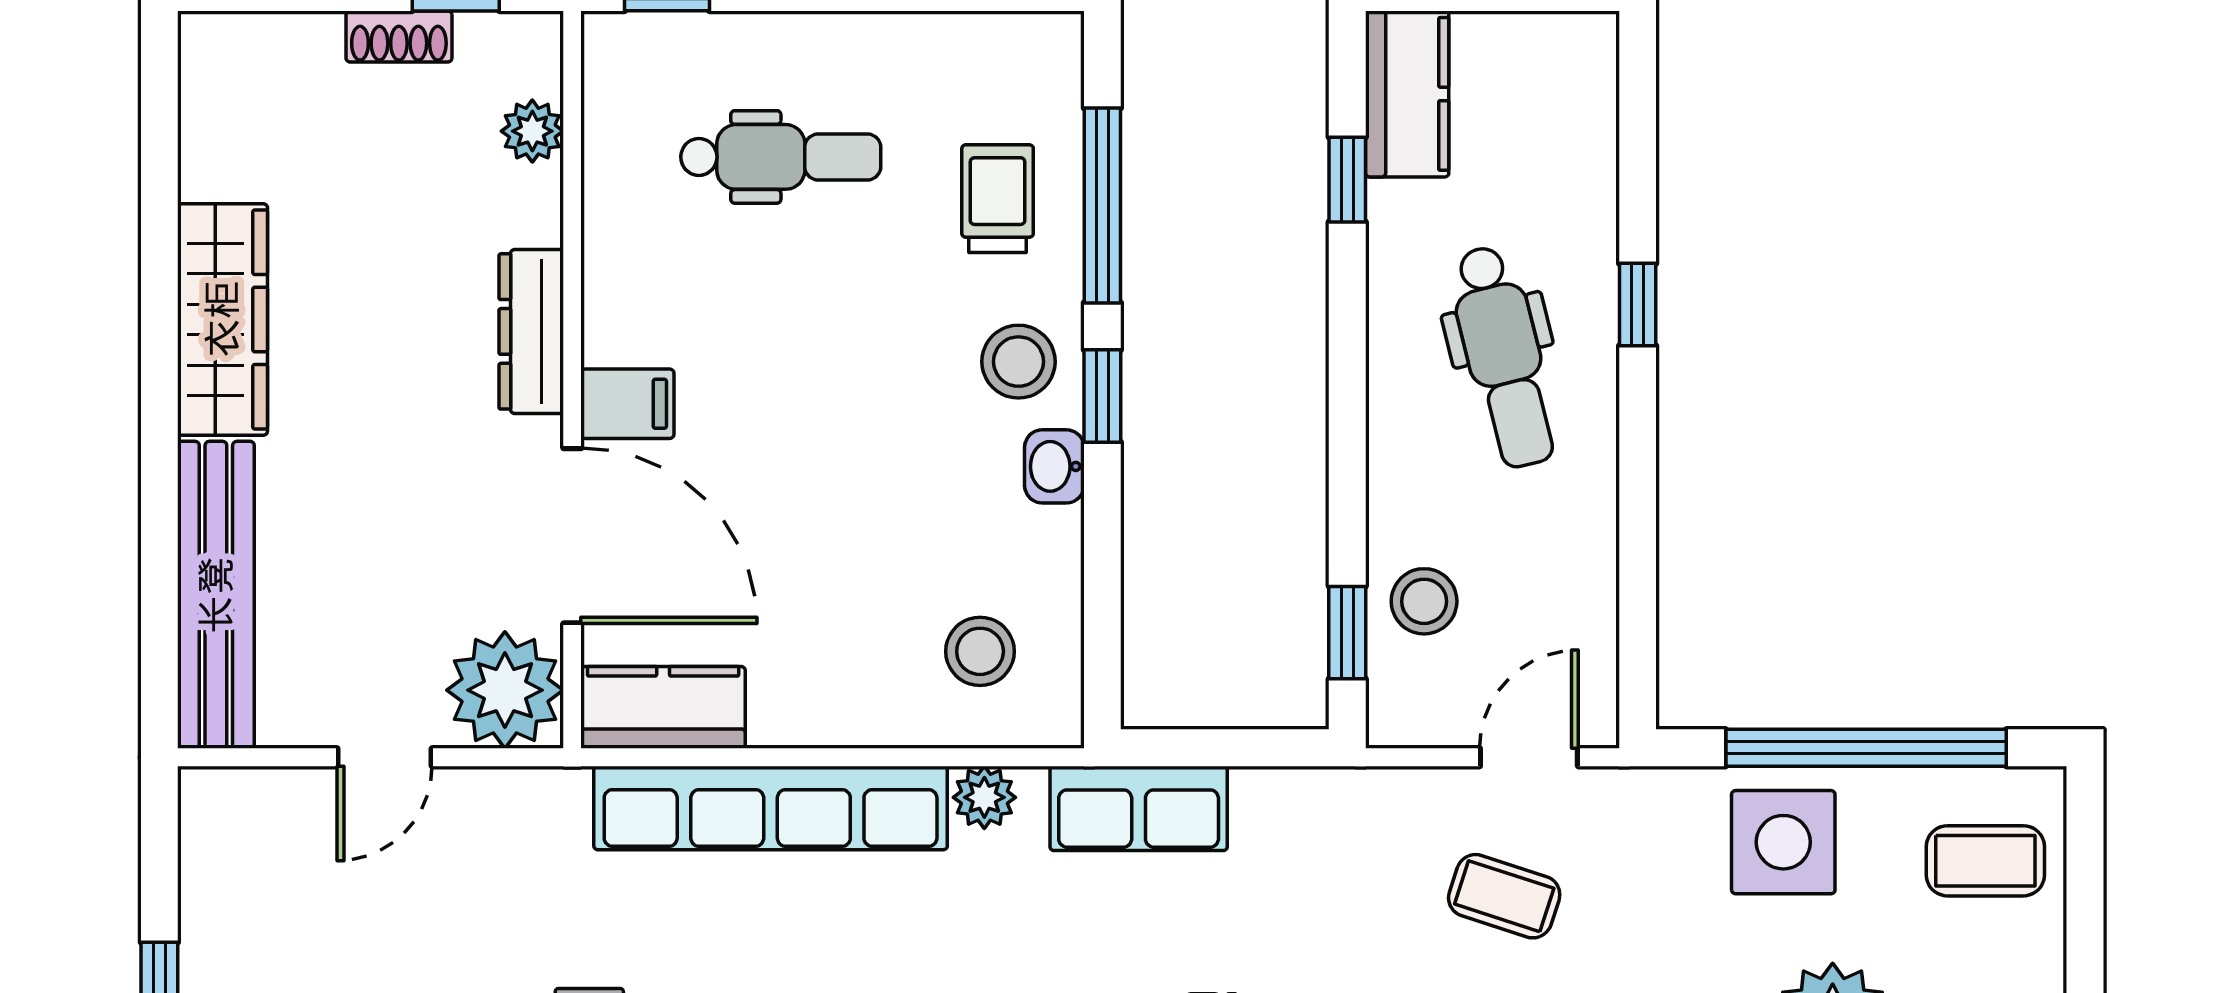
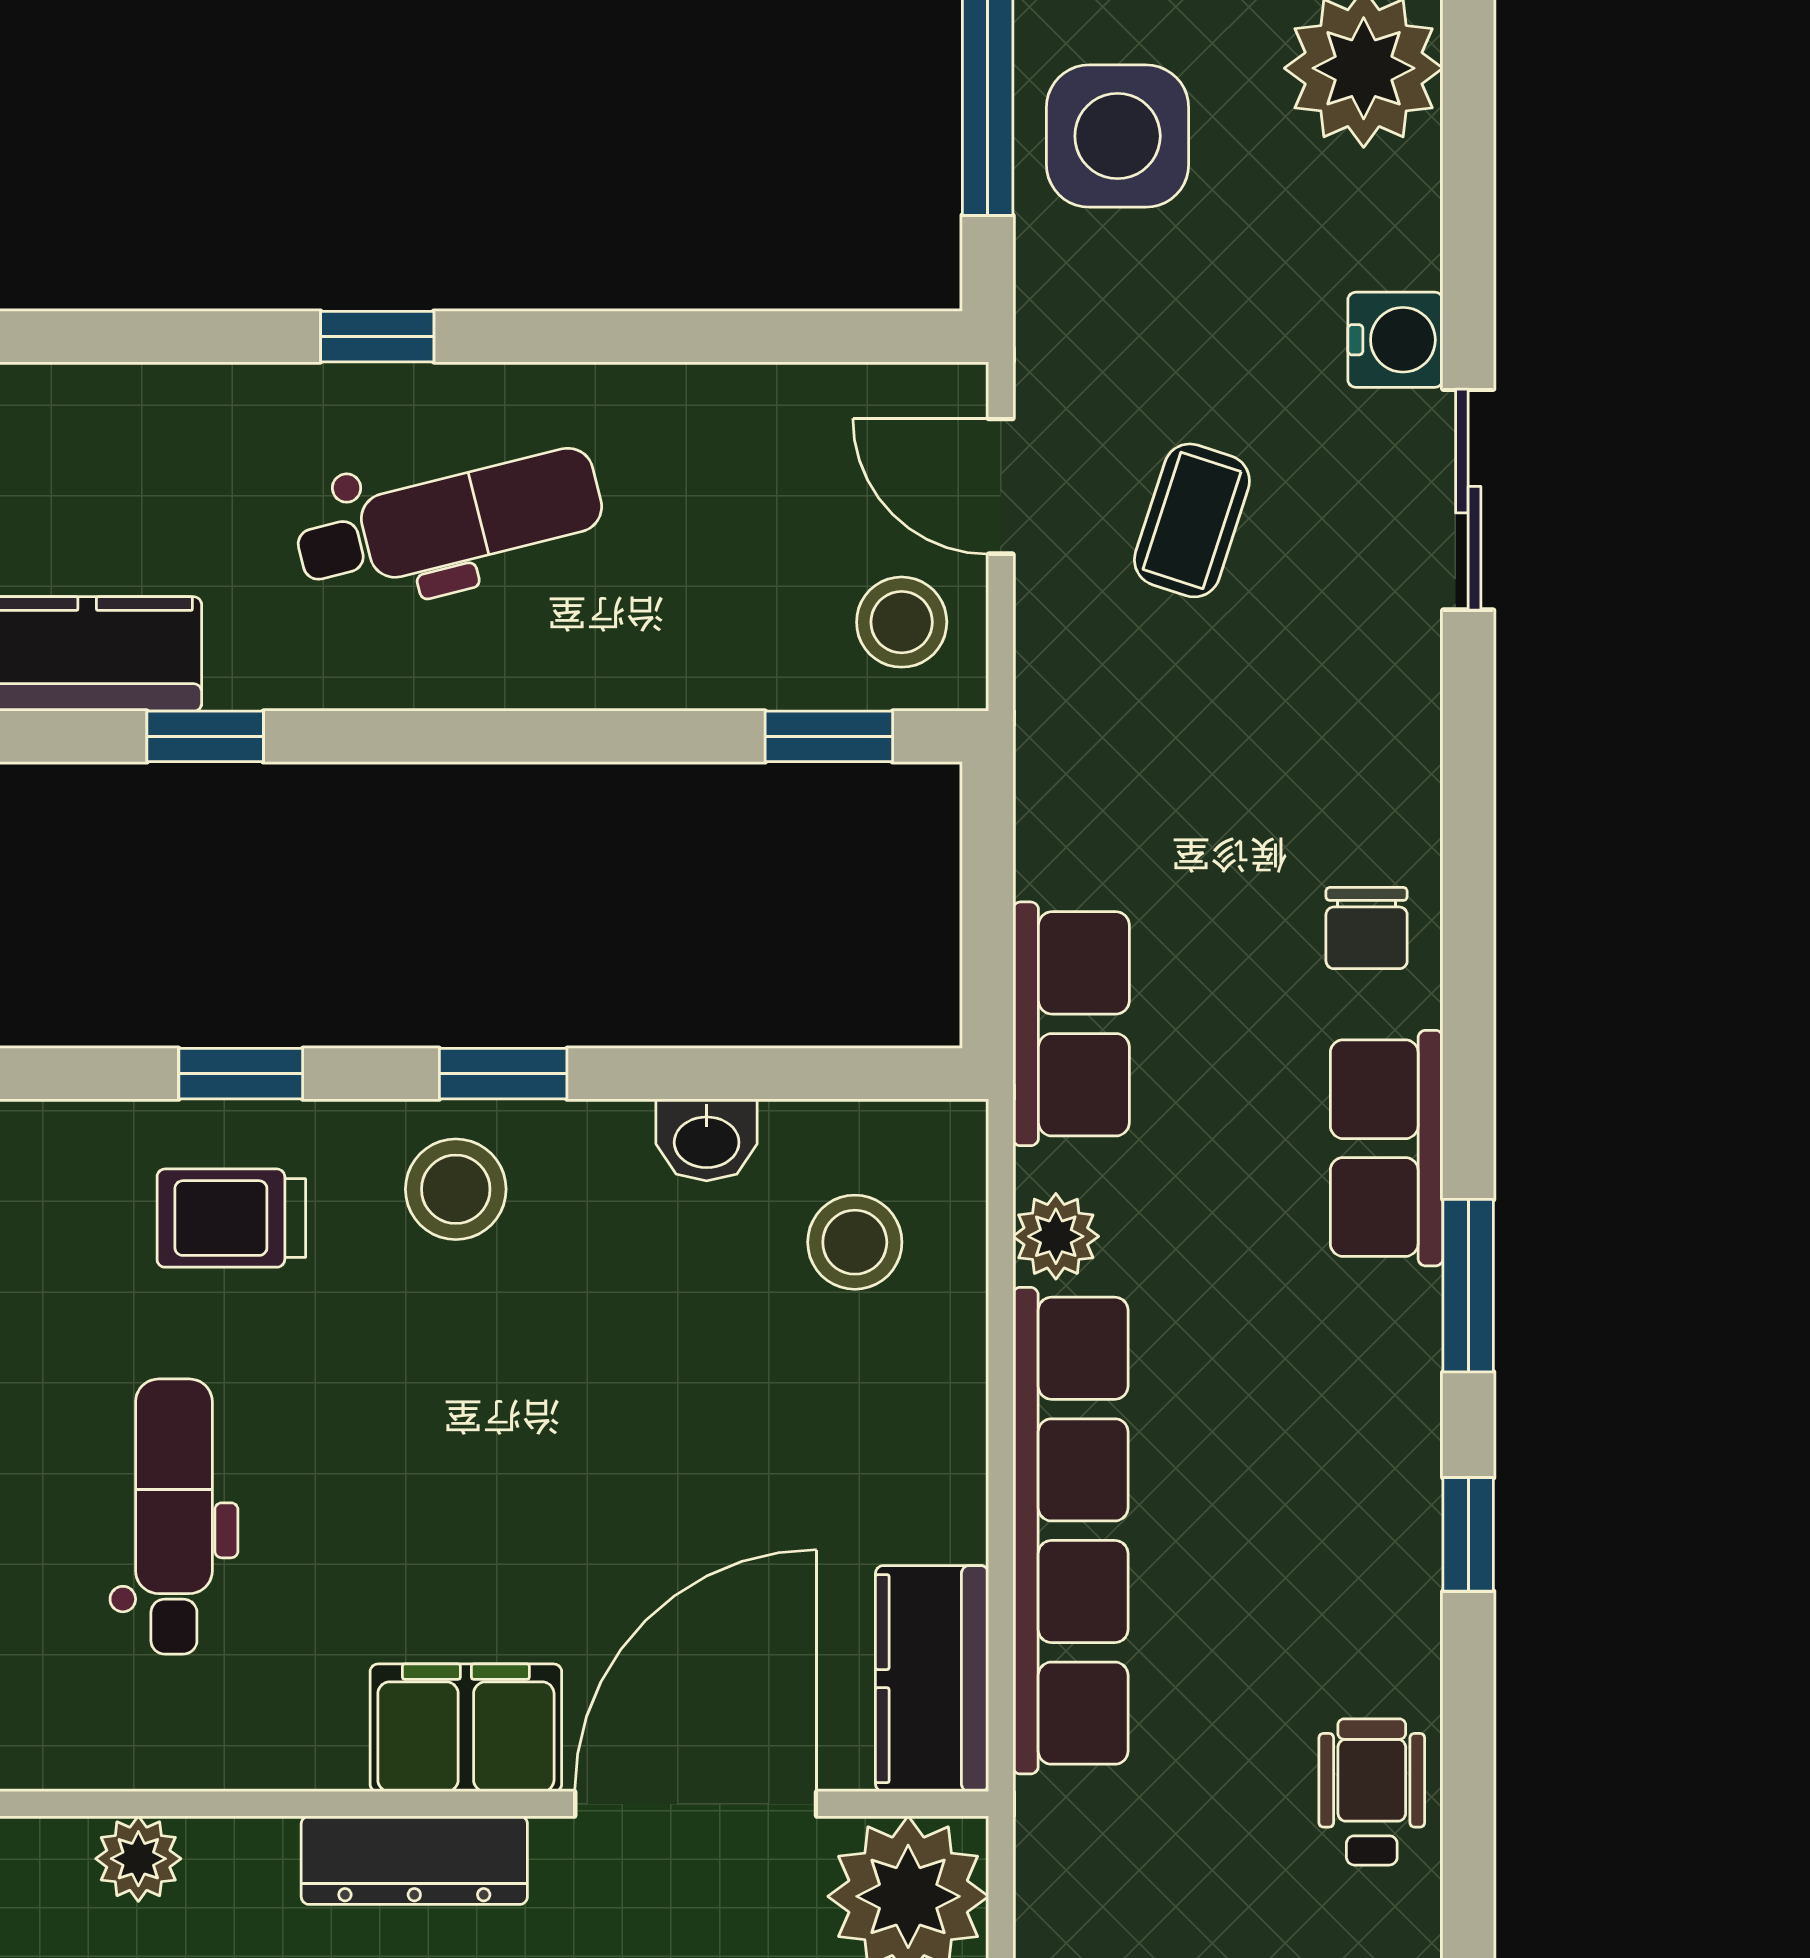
window: (1102, 205) -> (241, 1074), width x0.46
filing cabinet: (627, 404) -> (466, 1728), width x2.00
washbasin: (1054, 466) -> (707, 1140), moved
stool: (1424, 601) -> (902, 622), moved

